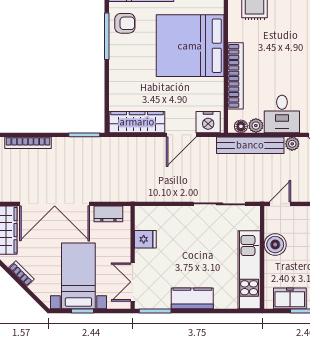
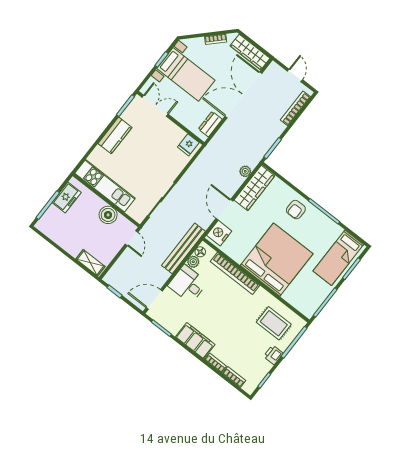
armchair: (125, 23) -> (296, 210), moved
plant: (292, 144) -> (245, 171), moved
fridge: (145, 239) -> (188, 145), moved

